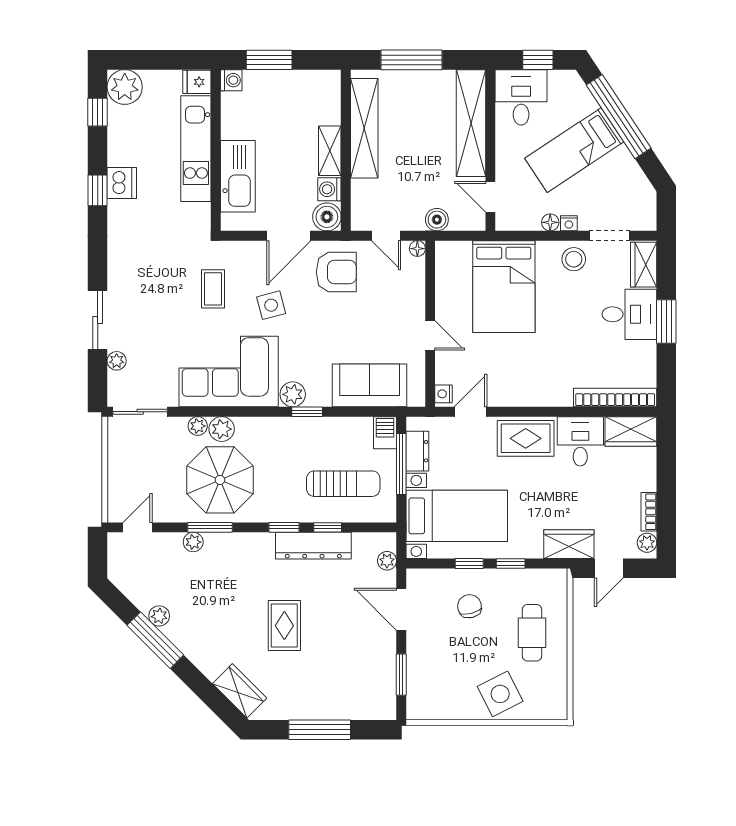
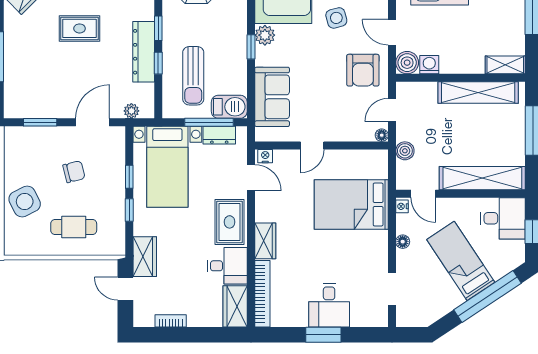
shelving: (330, 151) -> (505, 65), moved
door: (490, 197) -> (423, 194), swing flipped
nightstand: (569, 223) -> (402, 206), moved
door: (289, 236) -> (392, 32), width x0.73
stool: (574, 259) -> (373, 261), removed
wardrobe: (644, 265) -> (265, 241), moved, turned 90
barbecue: (385, 433) -> (229, 107), width x1.38, depth x1.27
plant: (647, 543) -> (146, 319), removed
chair: (469, 606) -> (74, 172), moved

